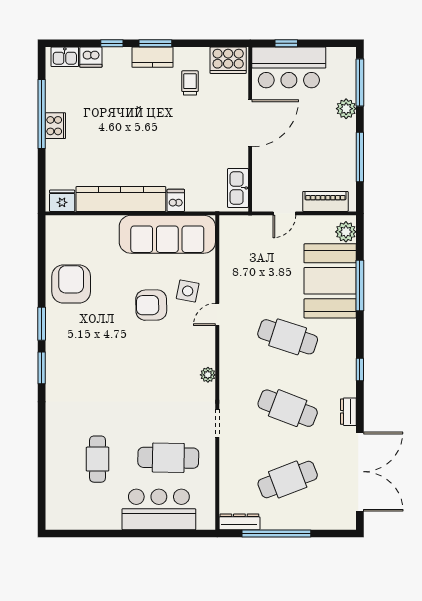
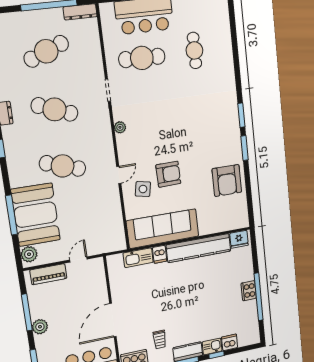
kitchen sink: (65, 57) -> (212, 346), moved
plant: (346, 109) -> (40, 327), moved
kitchen sink: (238, 188) -> (138, 258), moved, turned 90

